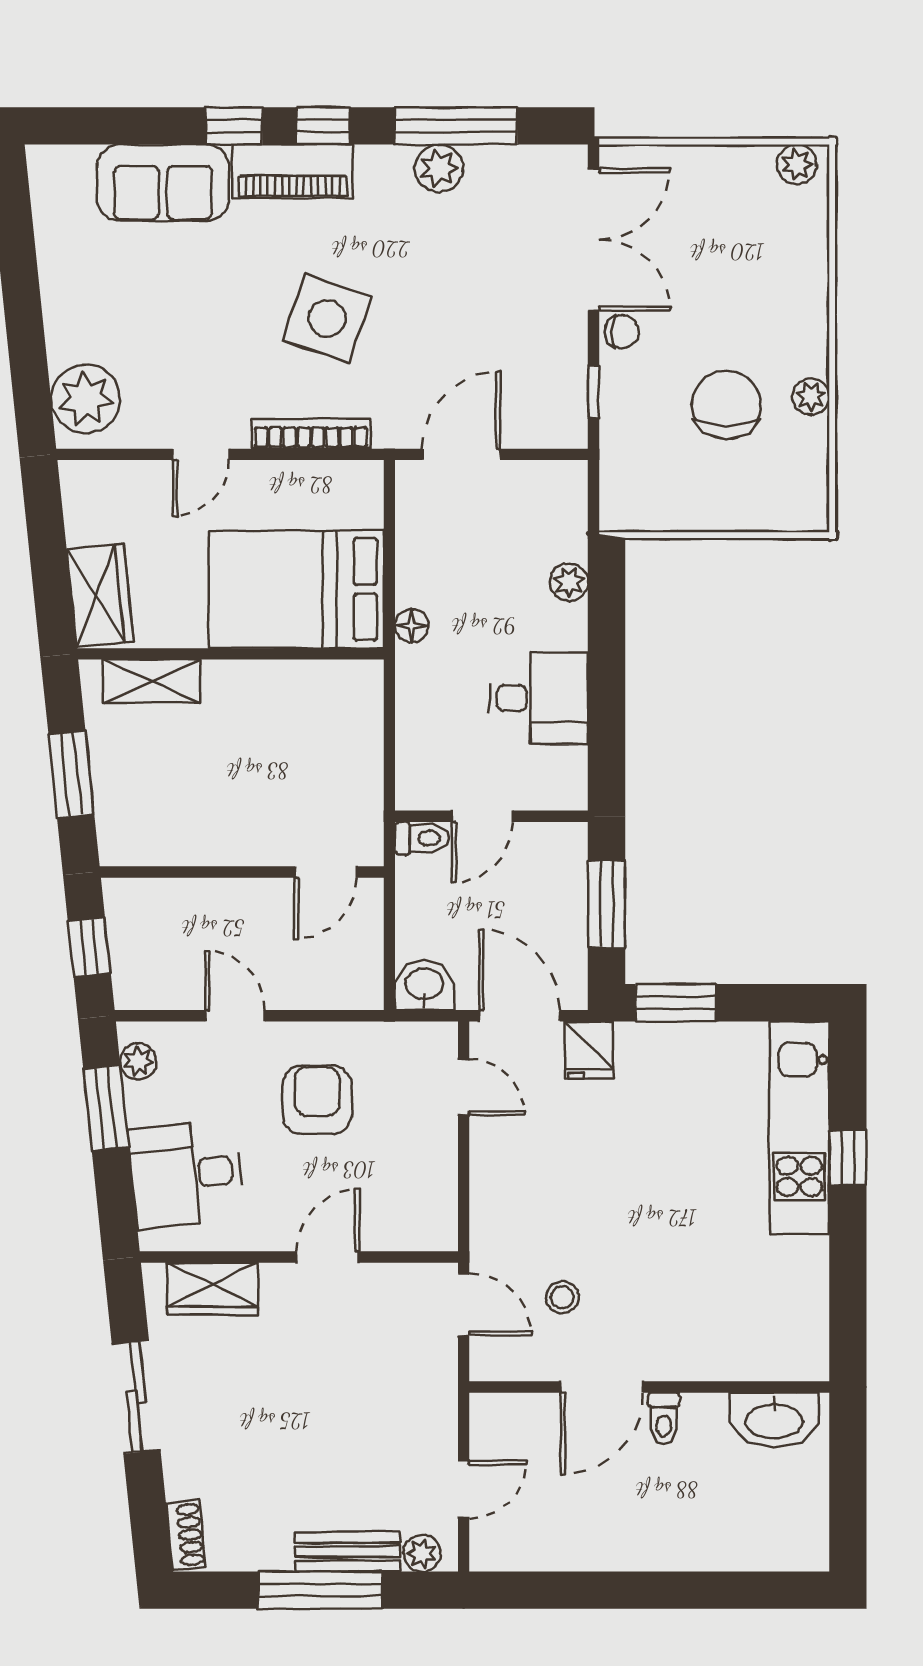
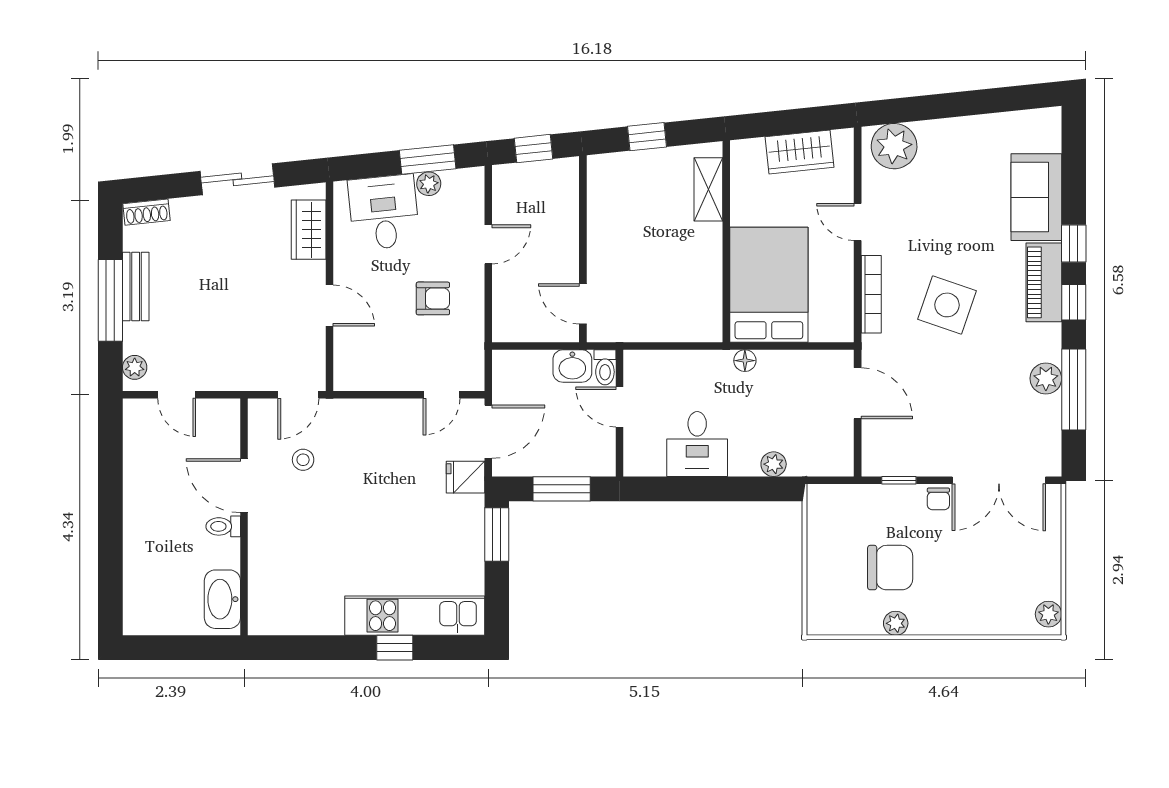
wardrobe: (100, 596) -> (799, 152), moved
window: (71, 774) -> (647, 137), width x0.67
washbasin: (424, 985) -> (572, 366), moved, turned 90
plant: (138, 1062) -> (429, 184), moved
armchair: (317, 1100) -> (433, 298), width x0.72, depth x0.72
bench: (348, 1552) -> (136, 286), moved

